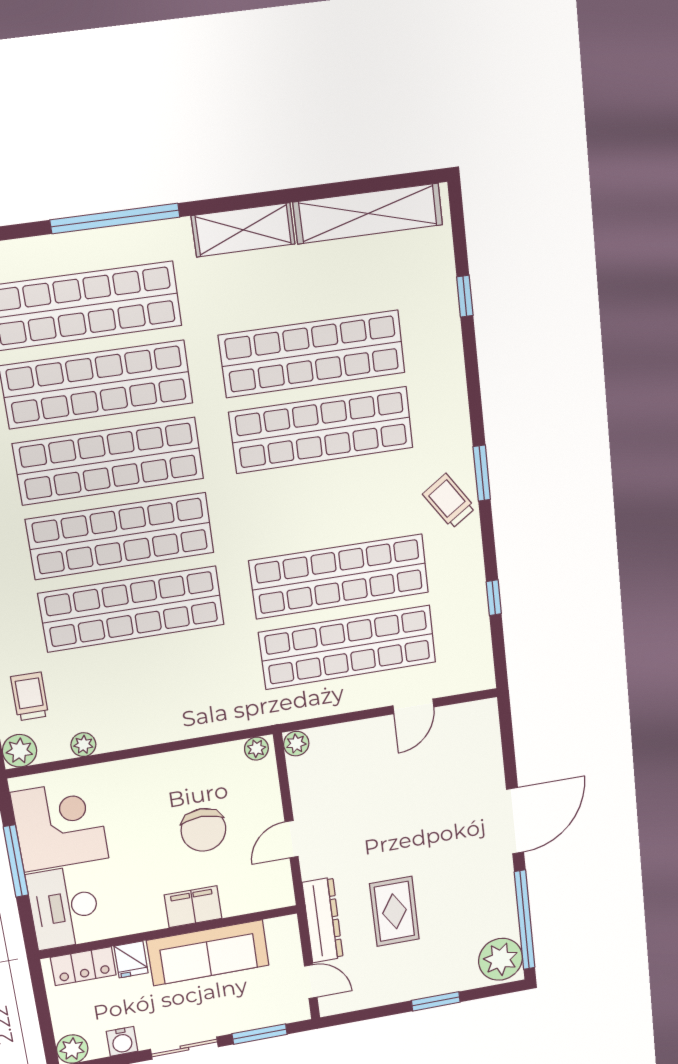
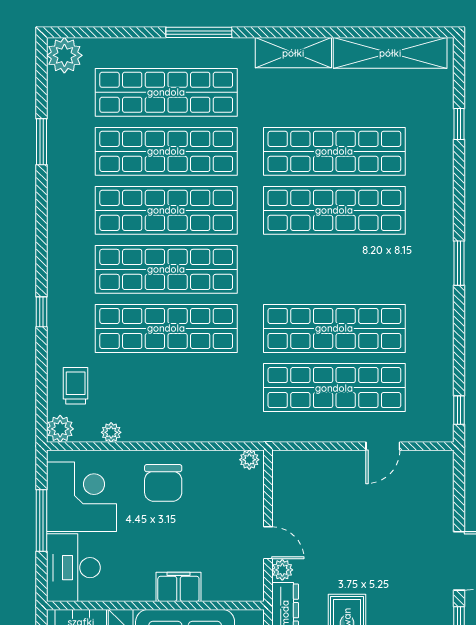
window: (115, 218) -> (199, 32), width x0.68
trolley: (449, 501) -> (430, 281), removed
window: (494, 598) -> (459, 410), moved
plant: (296, 744) -> (282, 570), moved
chair: (203, 830) -> (163, 483), moved
door: (292, 839) -> (268, 543), swing flipped

